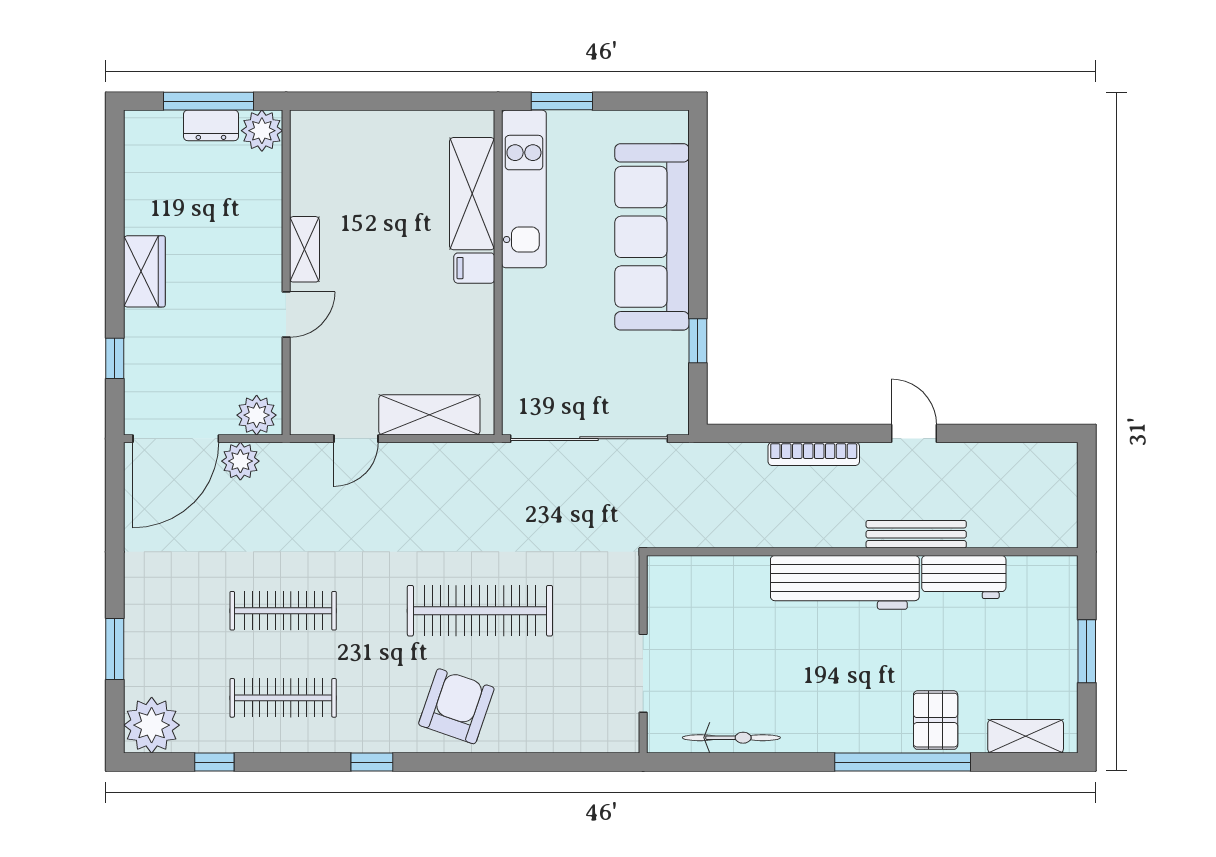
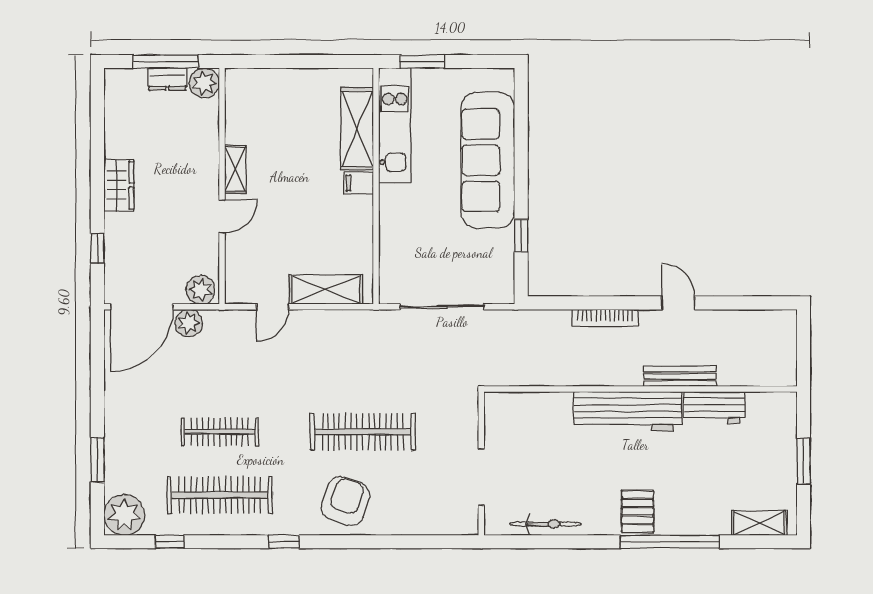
sliding door: (589, 439) -> (442, 307), width x0.73
clothes rail: (283, 698) -> (220, 495), width x1.37, depth x1.31
pallet: (936, 720) -> (638, 511), moved

